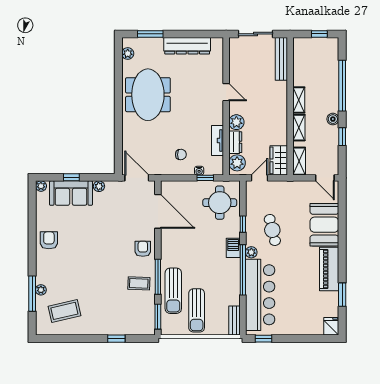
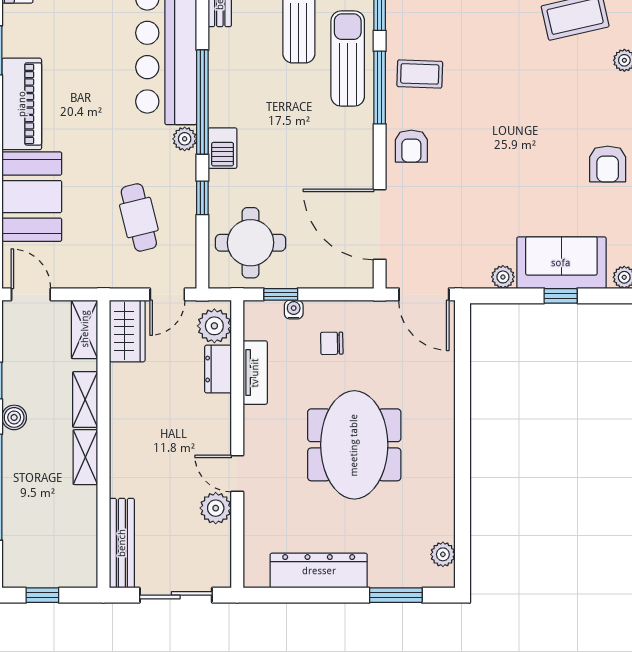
meeting table: (148, 95) -> (354, 445), moved
plant: (236, 122) -> (216, 508), moved
cafe table: (272, 230) -> (139, 217), moved

